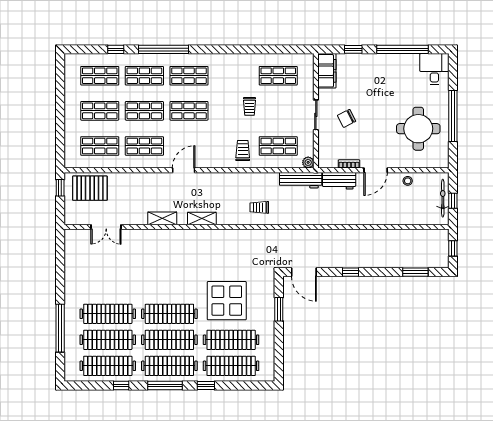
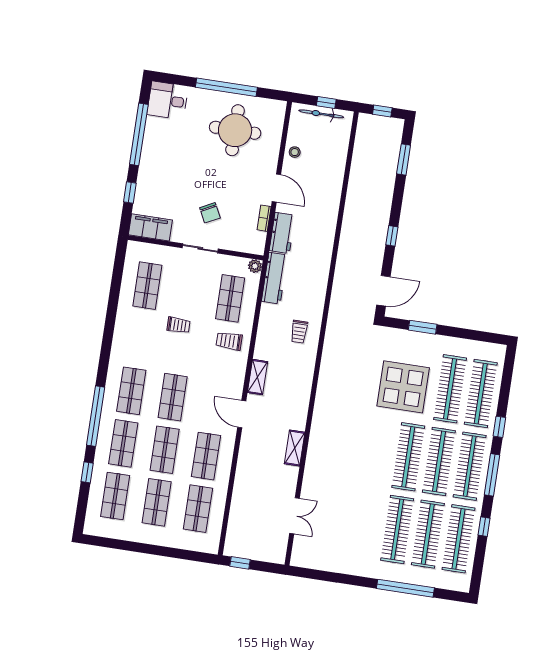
pallet: (90, 188) -> (246, 528), removed
shelving: (202, 219) -> (257, 377), moved

